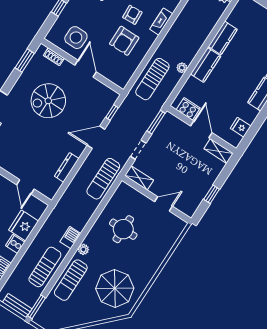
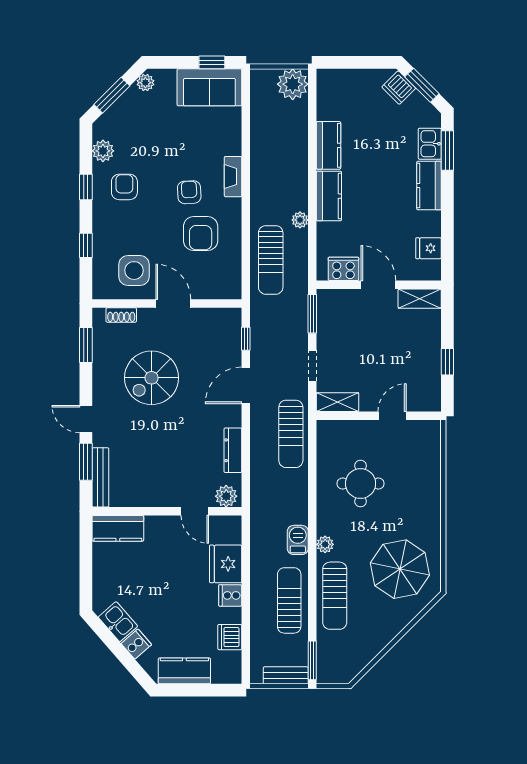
plant: (47, 190) -> (226, 496), added

